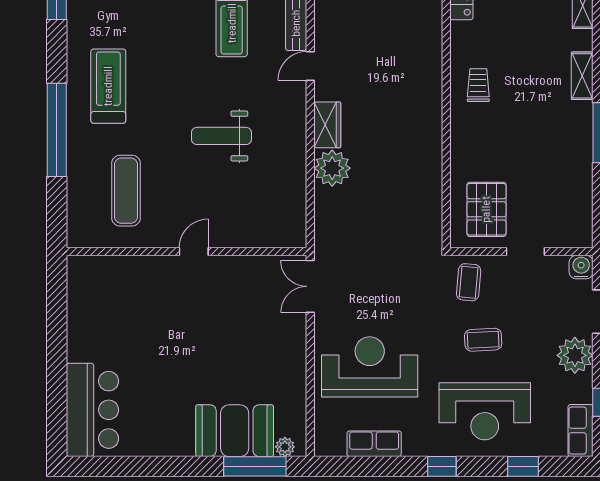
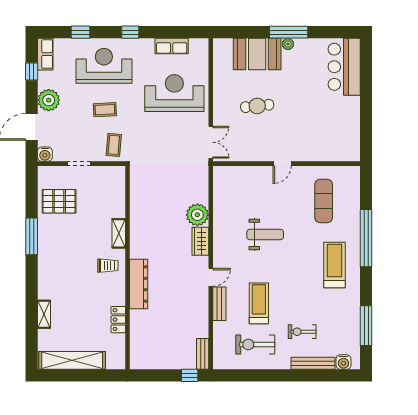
dresser: (428, 55) -> (139, 284), added
shelving: (582, 76) -> (119, 233), moved
trolley: (478, 85) -> (108, 266), turned -90
treadmill: (108, 86) -> (334, 265), turned 180
pallet: (486, 209) -> (59, 201), moved, turned 90
cafe table: (235, 346) -> (257, 106), added
reception desk: (370, 367) -> (174, 93), turned 180
plant: (285, 447) -> (288, 44), moved
window: (255, 466) -> (289, 32), moved

